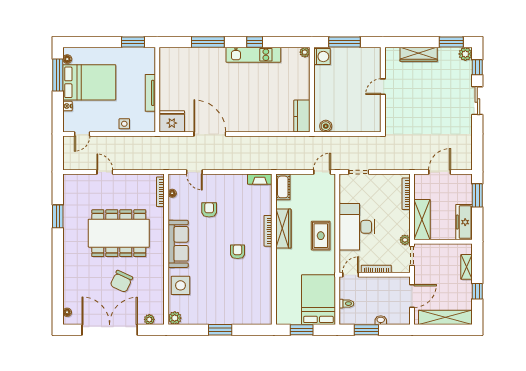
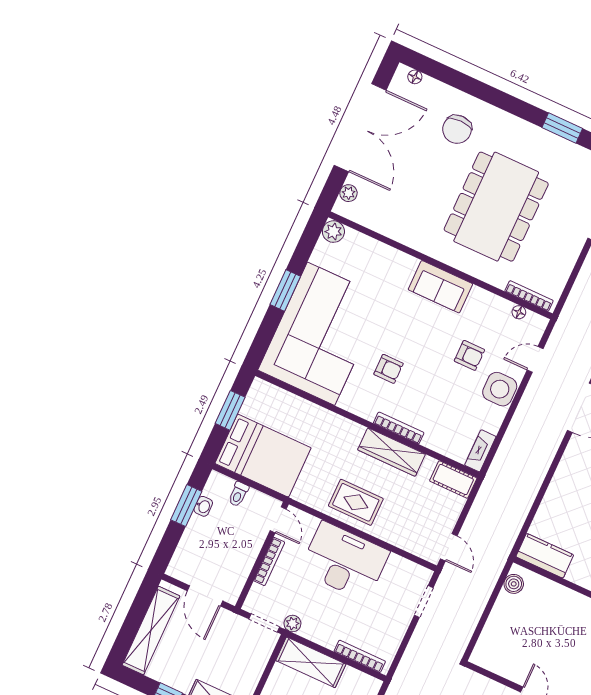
sofa: (178, 244) -> (440, 287), width x0.73
chair: (121, 281) -> (457, 129), moved, turned -115
side table: (180, 285) -> (500, 389), moved
corner sofa: (235, 299) -> (321, 334), added
washbasin: (381, 320) -> (203, 506), moved

